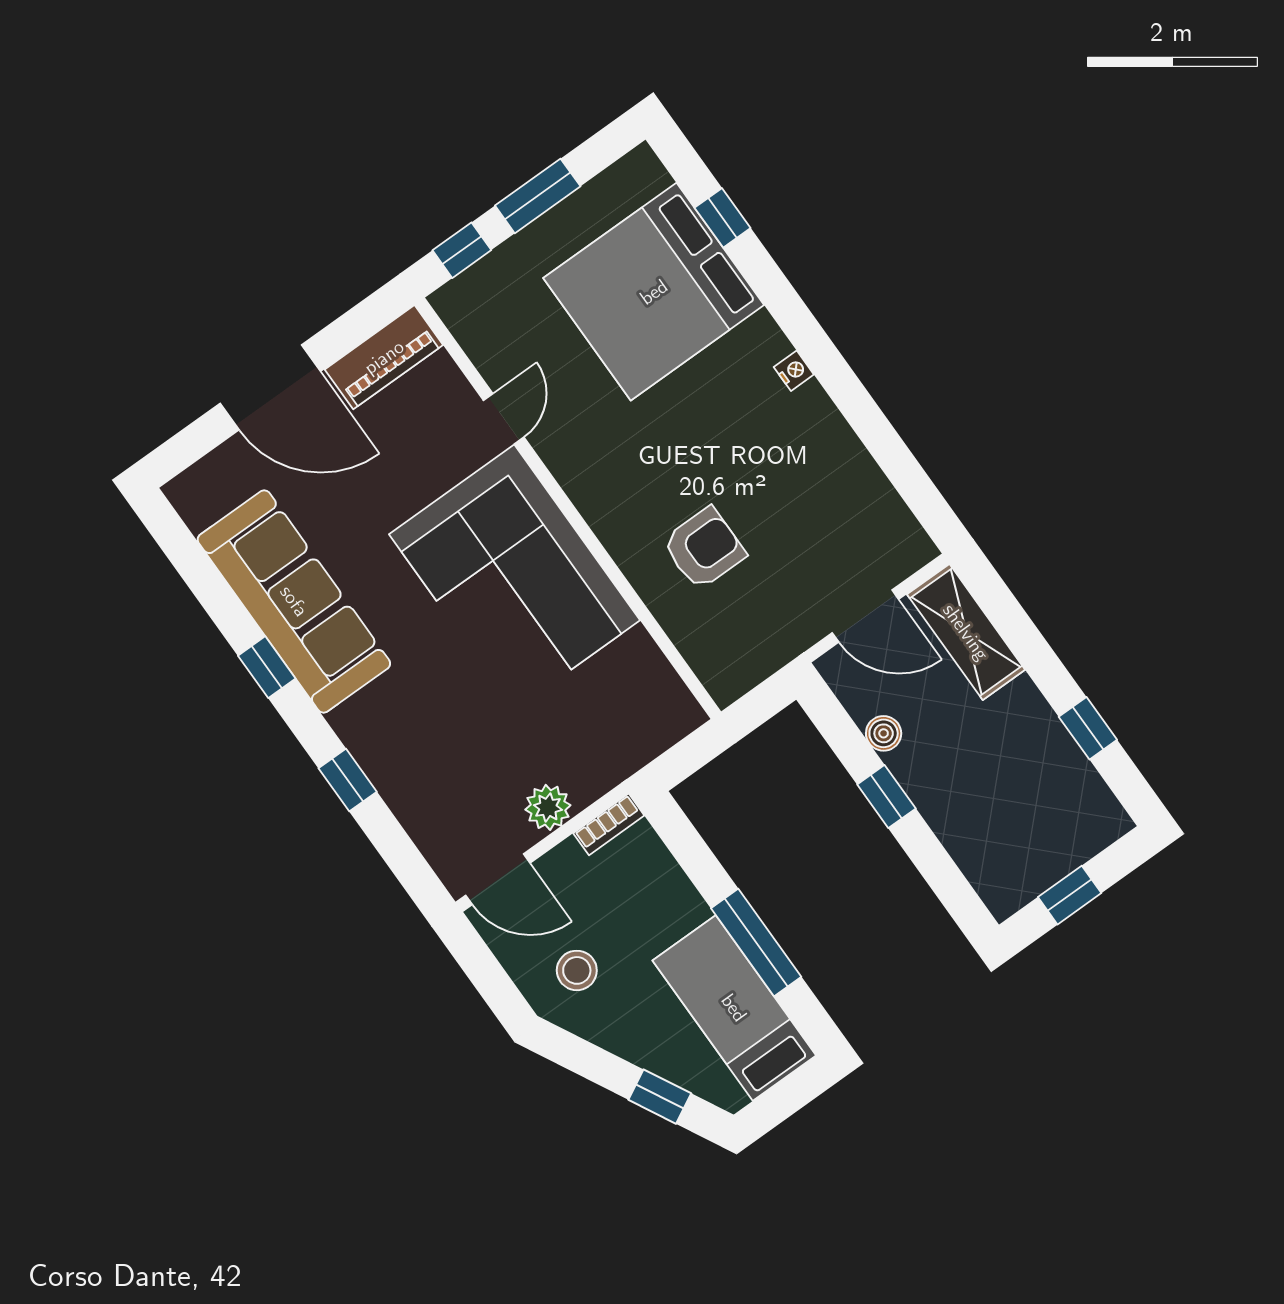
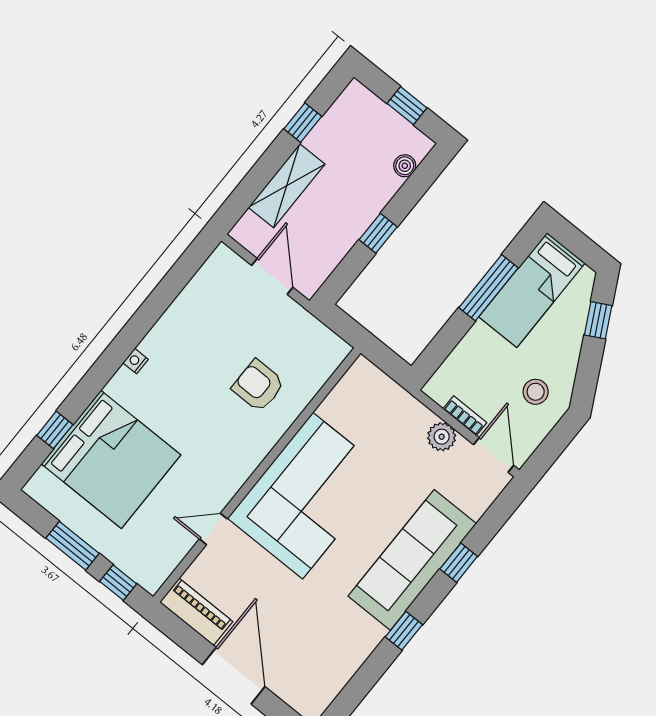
sofa: (294, 601) -> (412, 560), moved
shelving: (966, 632) -> (287, 186), moved
boiler: (884, 733) -> (405, 166), moved
bookcase: (609, 824) -> (465, 416), moved

